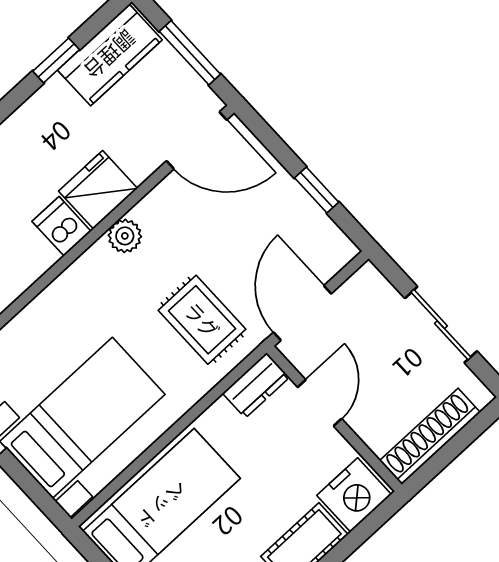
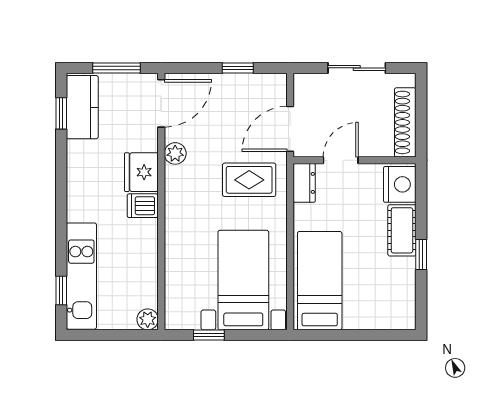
window: (56, 60) -> (61, 113), moved
plant: (125, 236) -> (175, 153), moved
door: (302, 313) -> (290, 129), hinge flipped
door: (320, 403) -> (341, 160), hinge flipped

